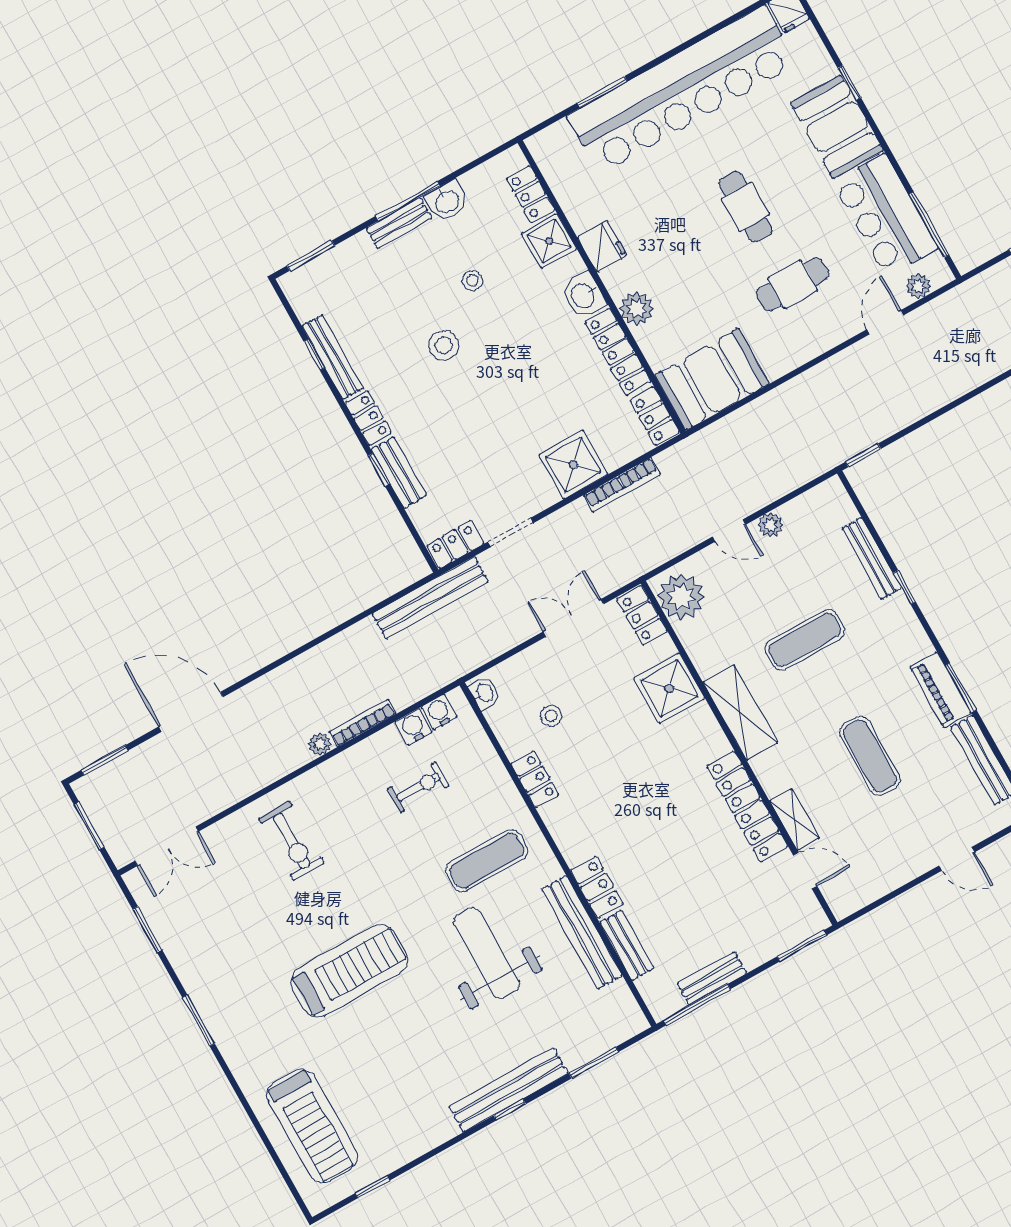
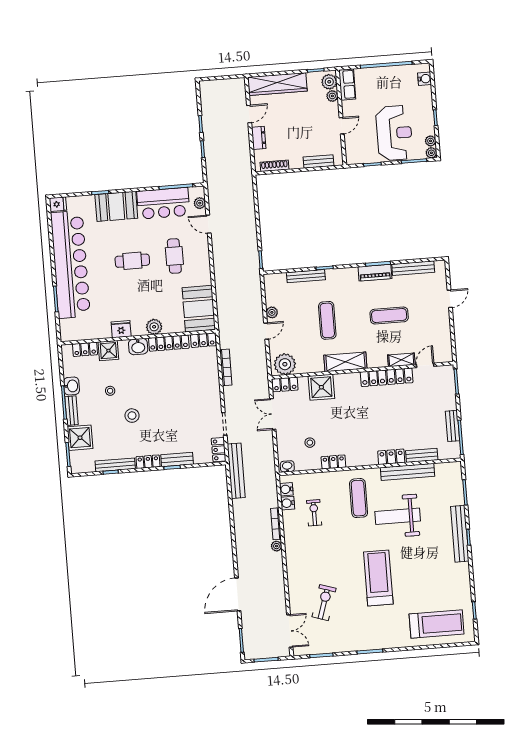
shower: (573, 465) -> (80, 438), moved
exercise bike: (291, 841) -> (324, 603), moved, turned -72

